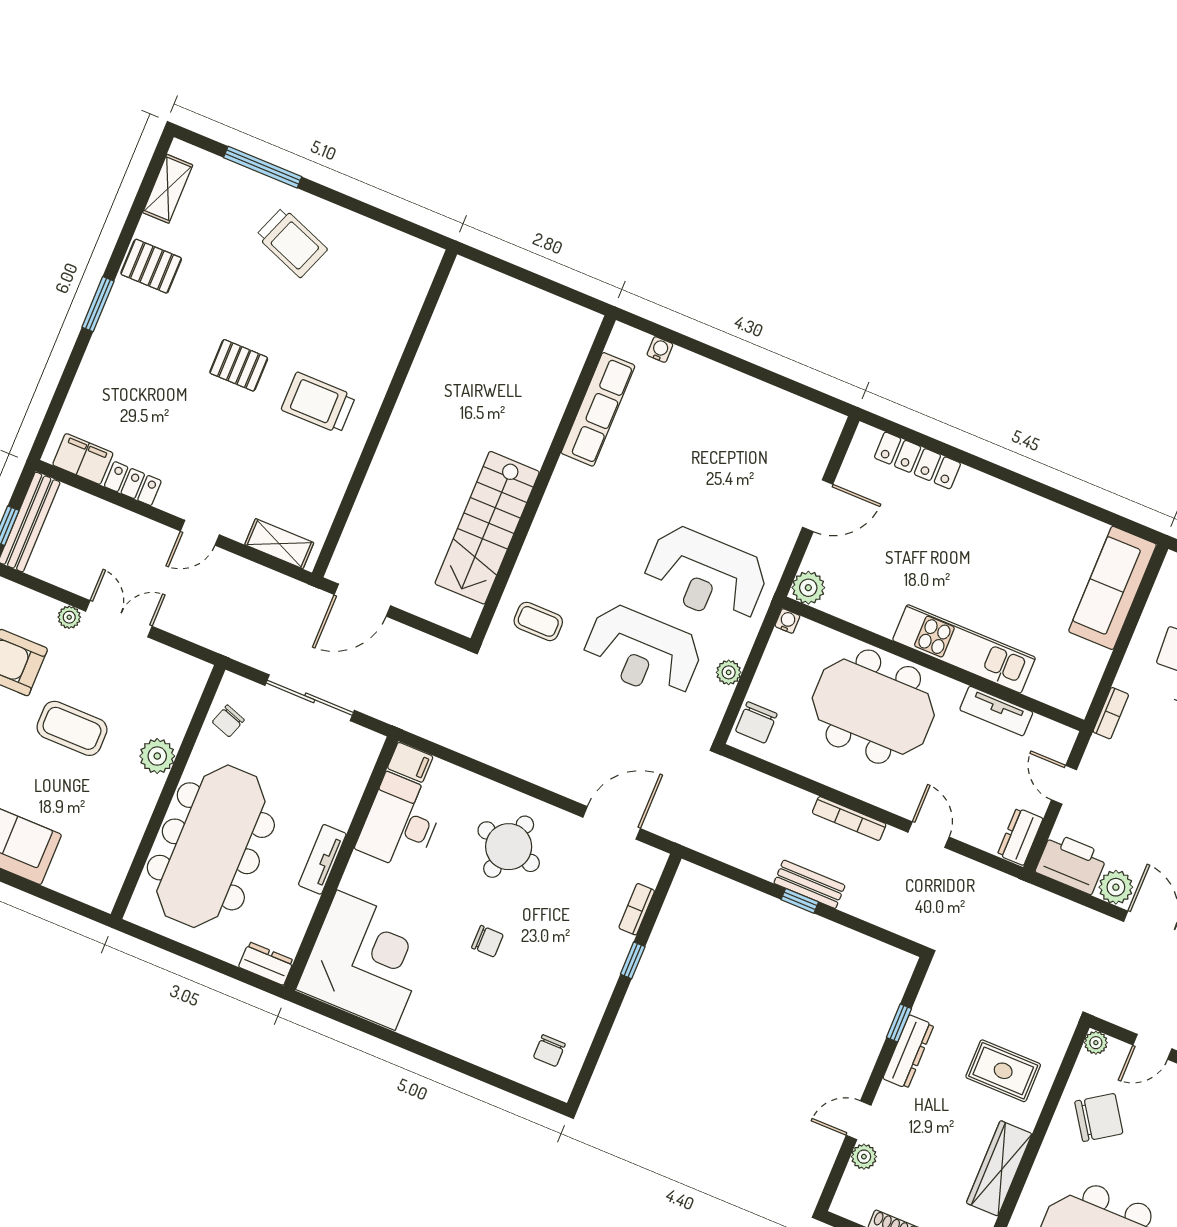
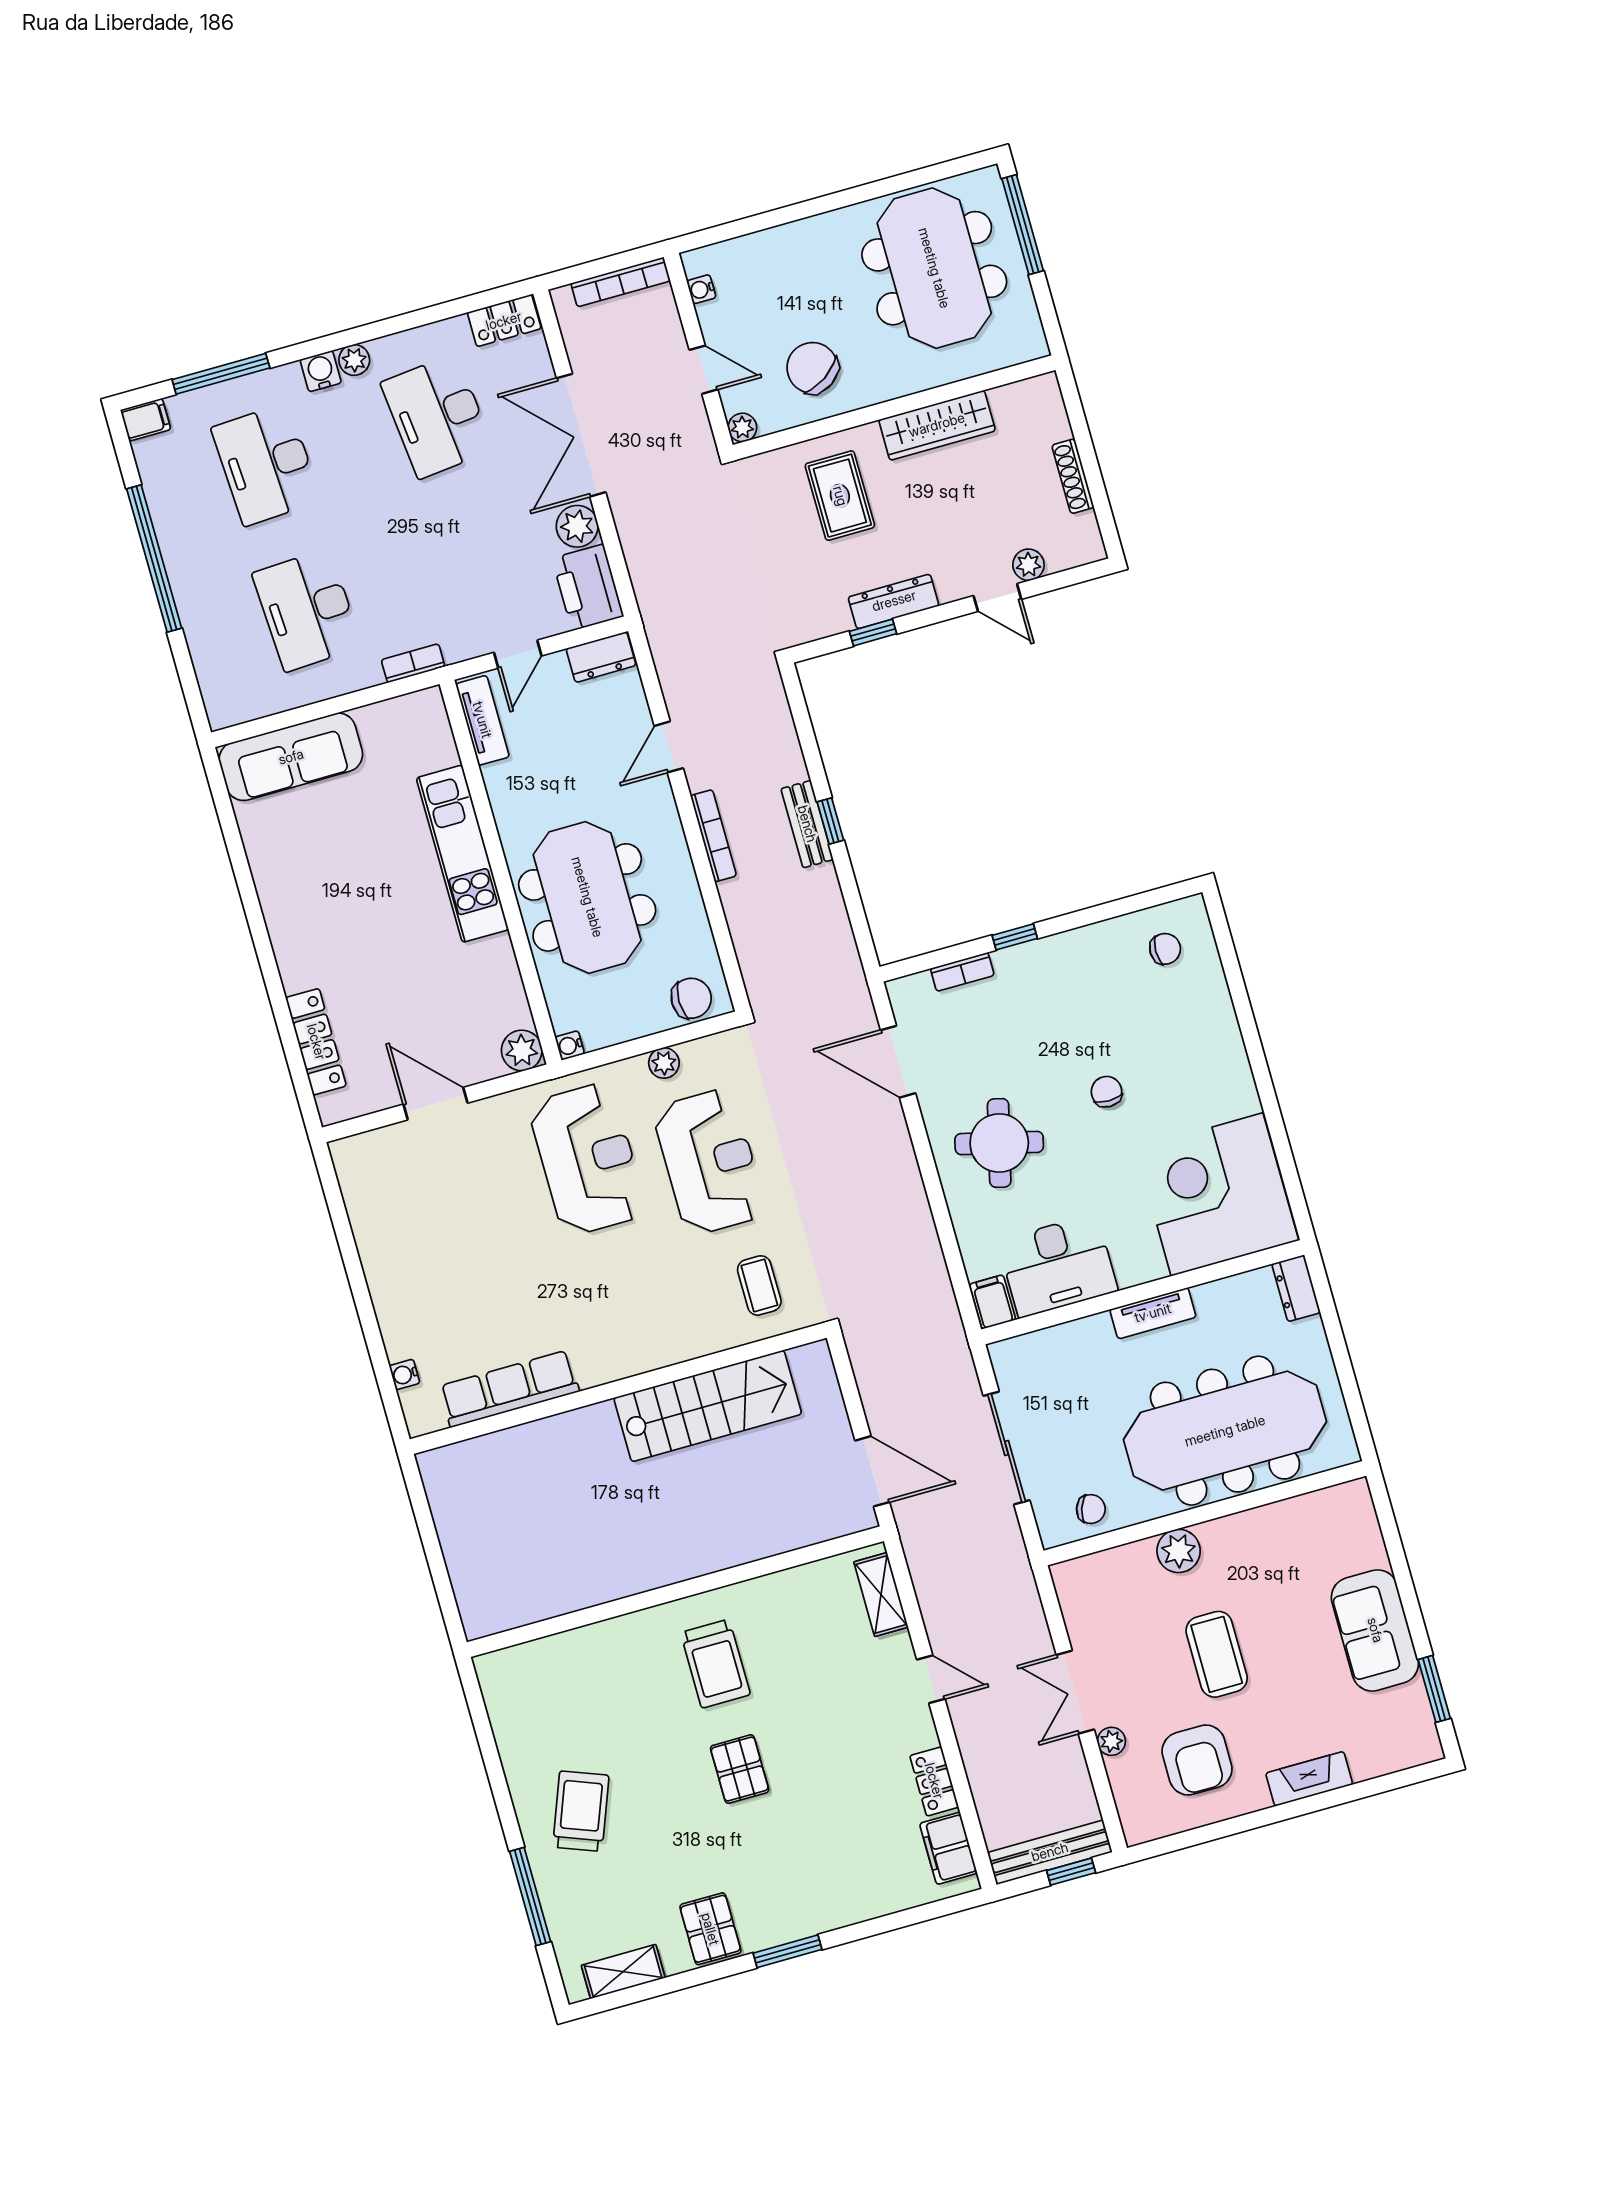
tv unit: (996, 711) -> (482, 720), moved

